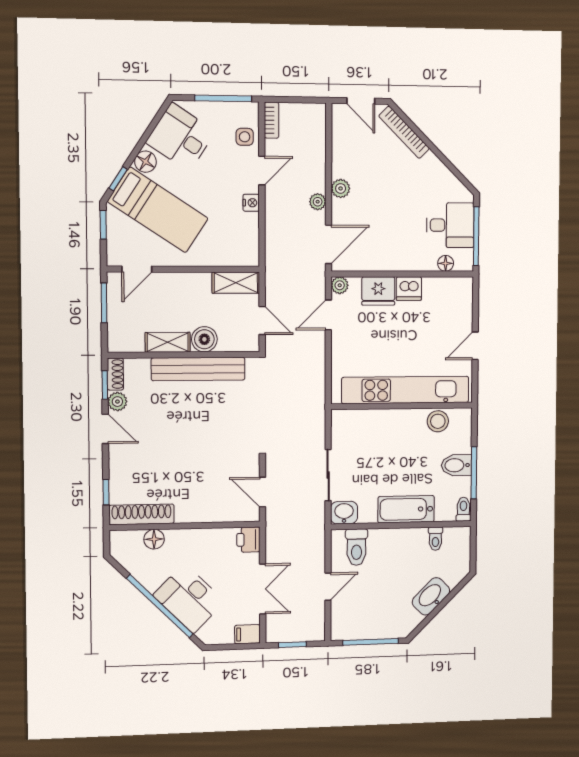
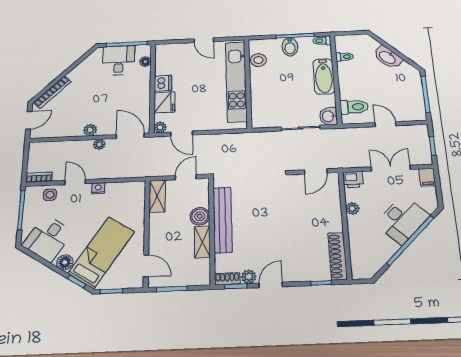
plant: (207, 537) -> (352, 208), added
floor lamp: (154, 539) -> (357, 246), removed

